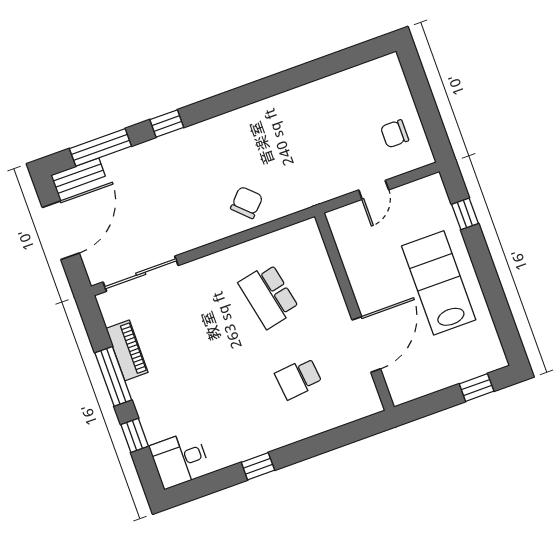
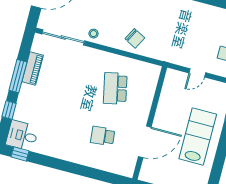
chair: (247, 203) -> (135, 38), turned 74
stool: (181, 237) -> (94, 34), added
window: (258, 466) -> (20, 154), moved

